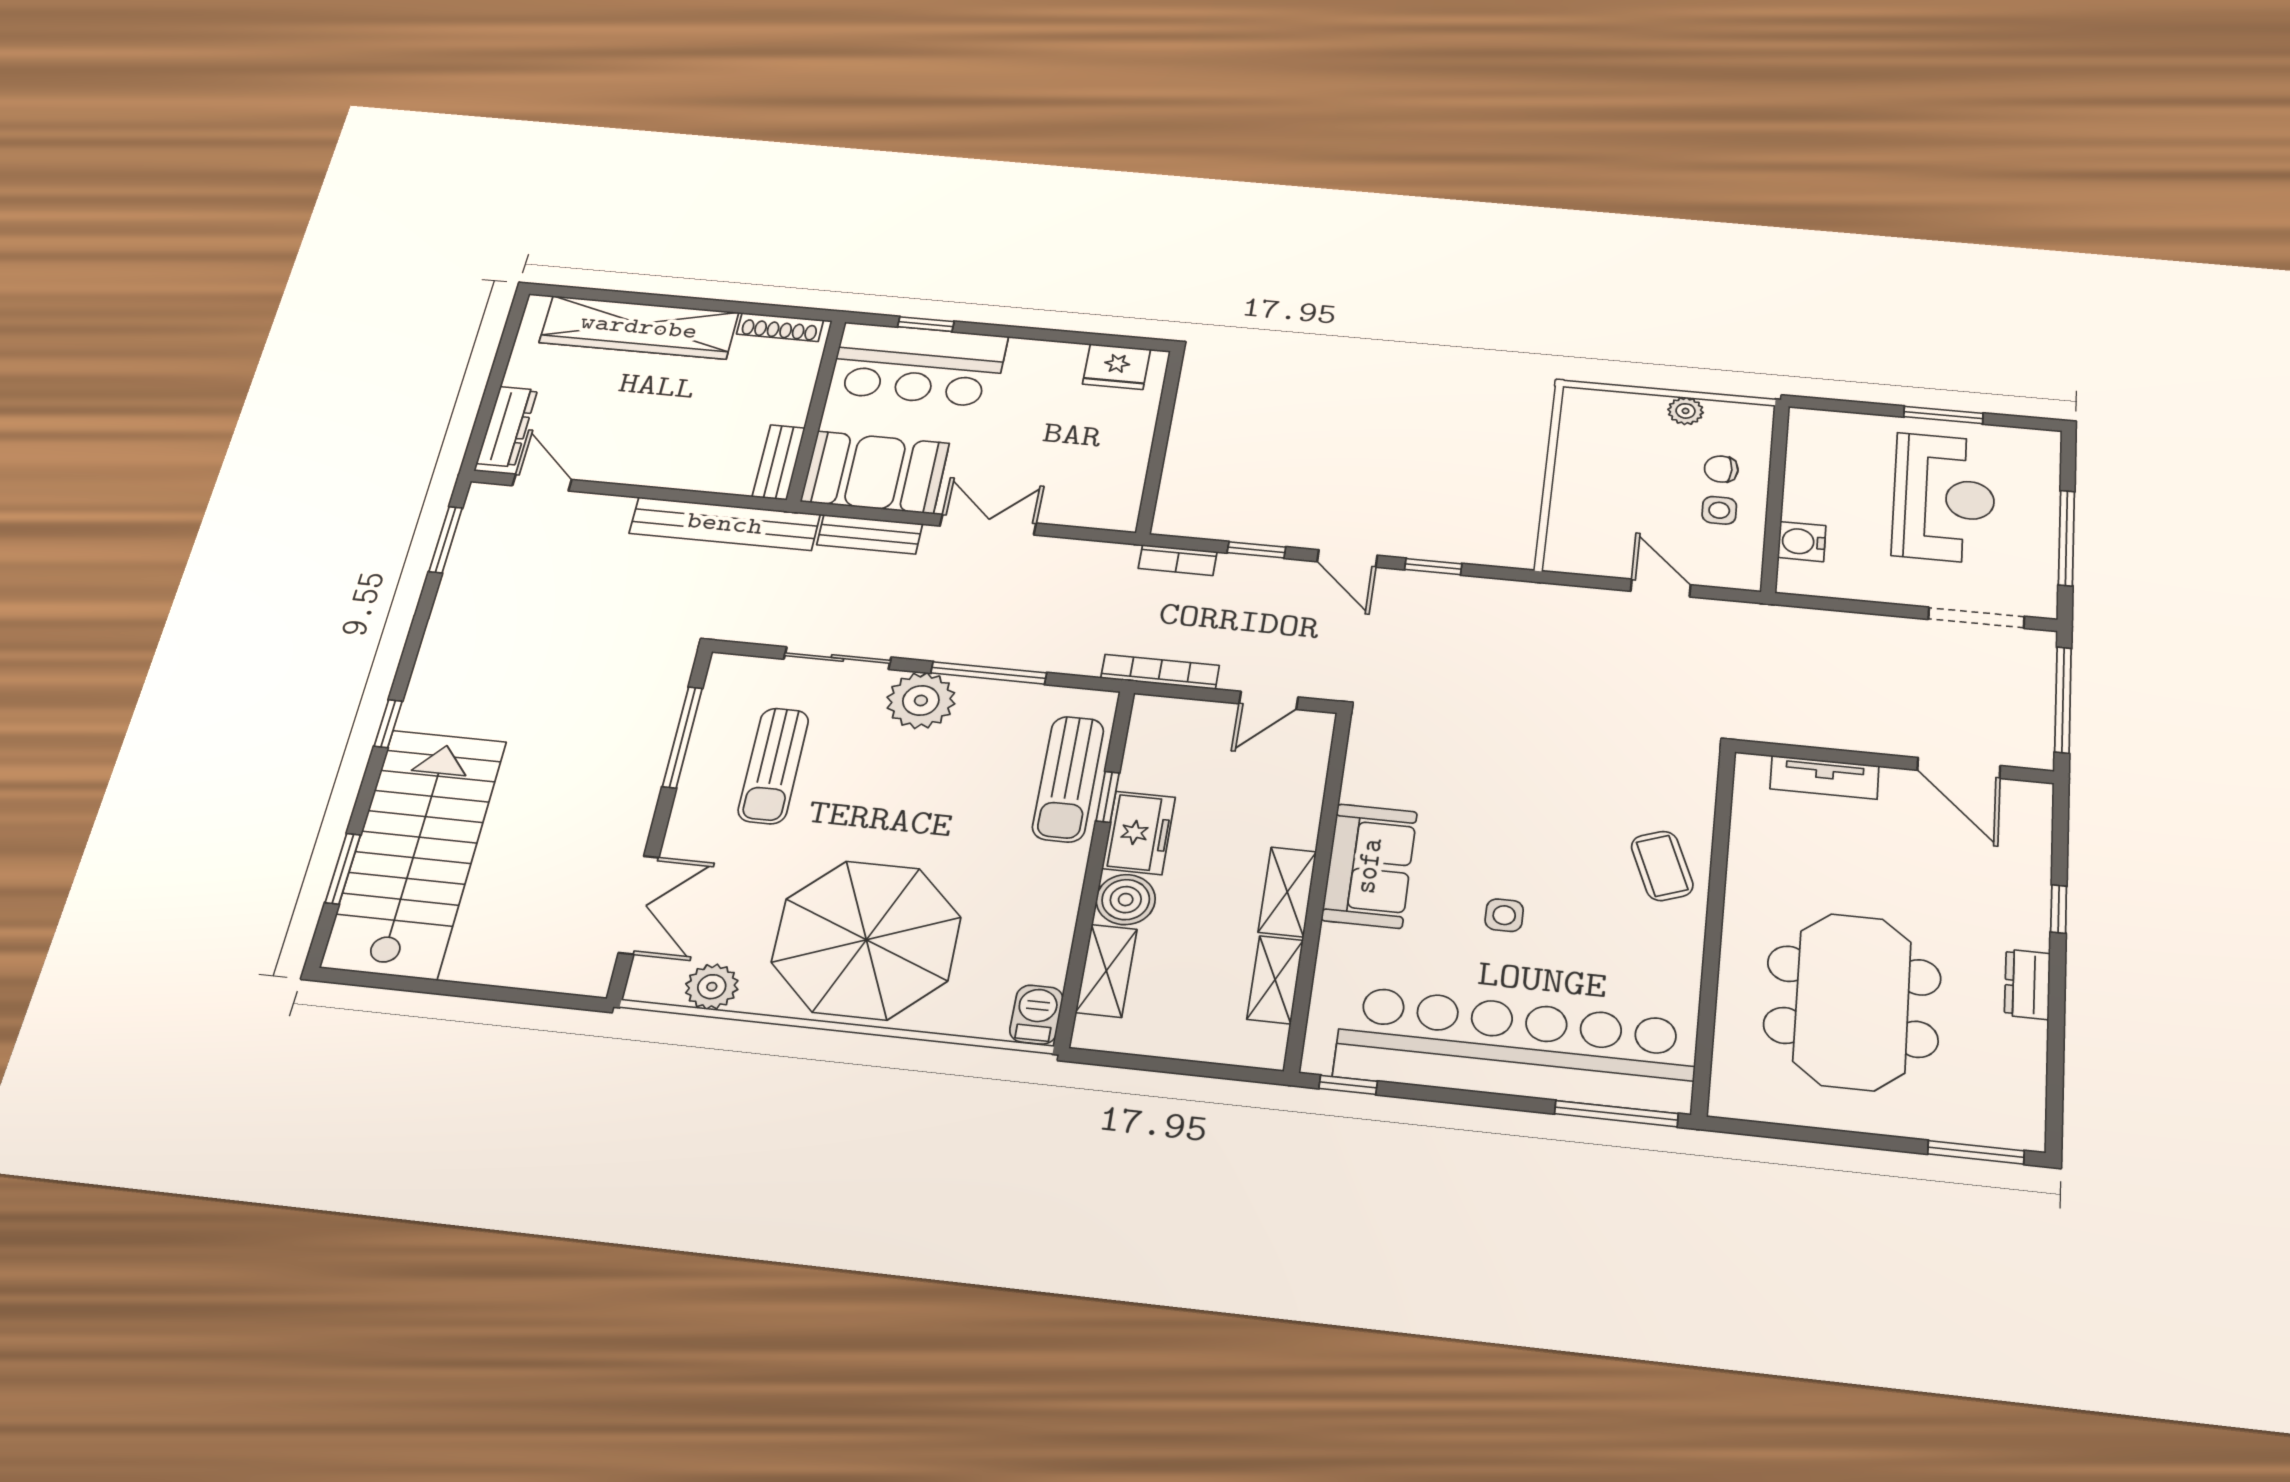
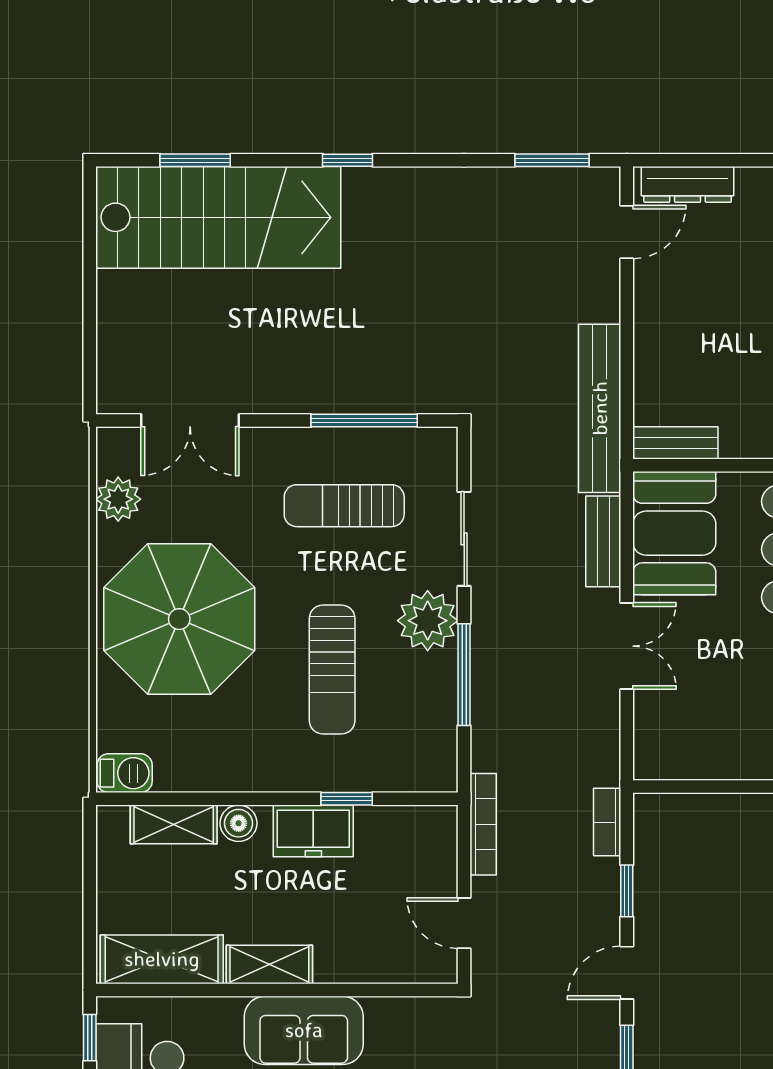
sun lounger: (1068, 779) -> (332, 670), moved, turned -90
boiler: (1126, 900) -> (239, 823), width x0.73, depth x0.73
shelving: (1275, 980) -> (162, 959), width x1.50, depth x1.33

